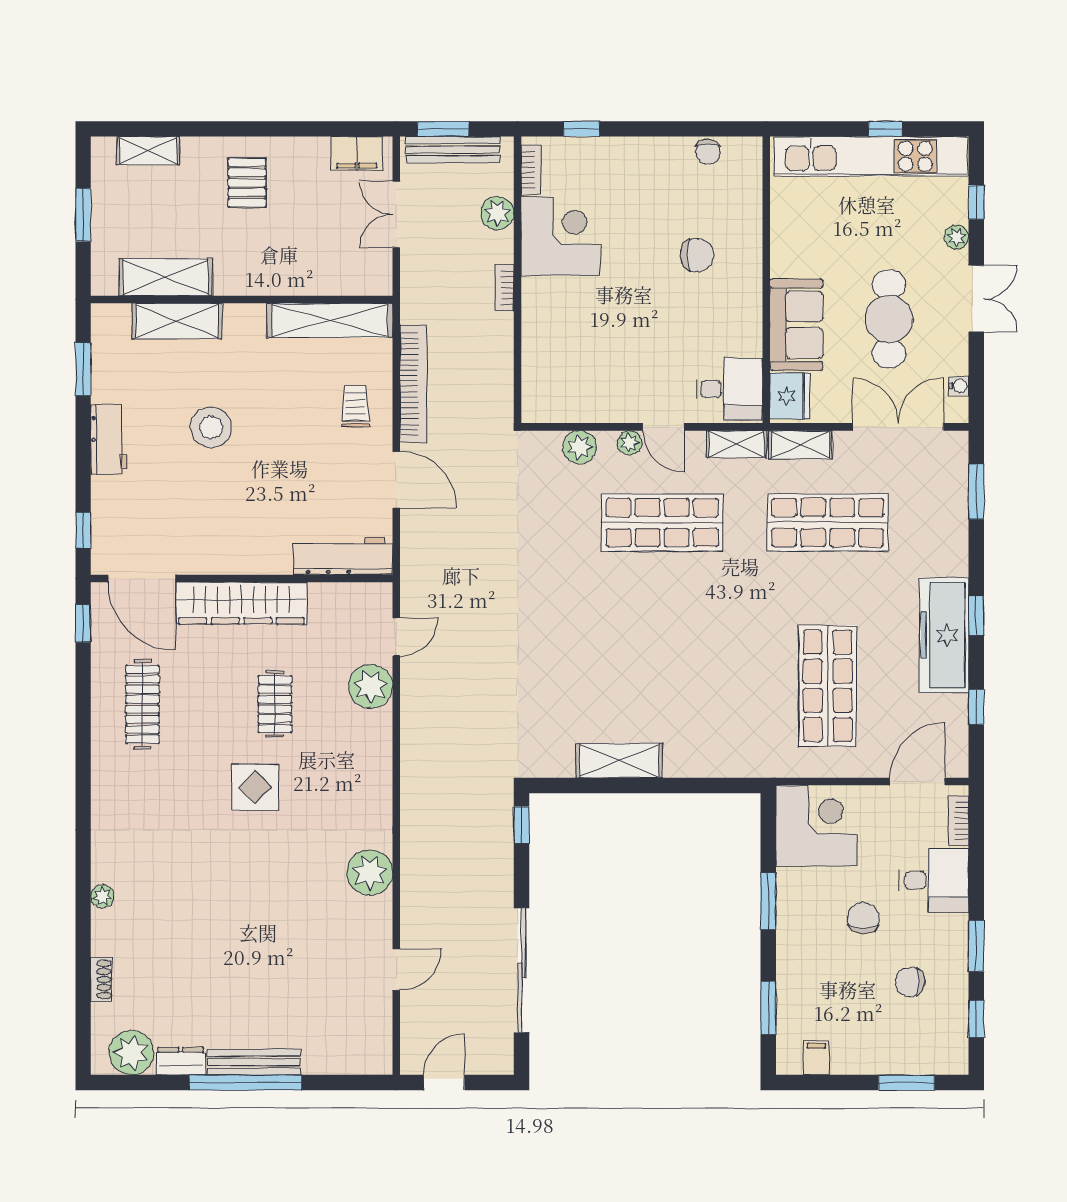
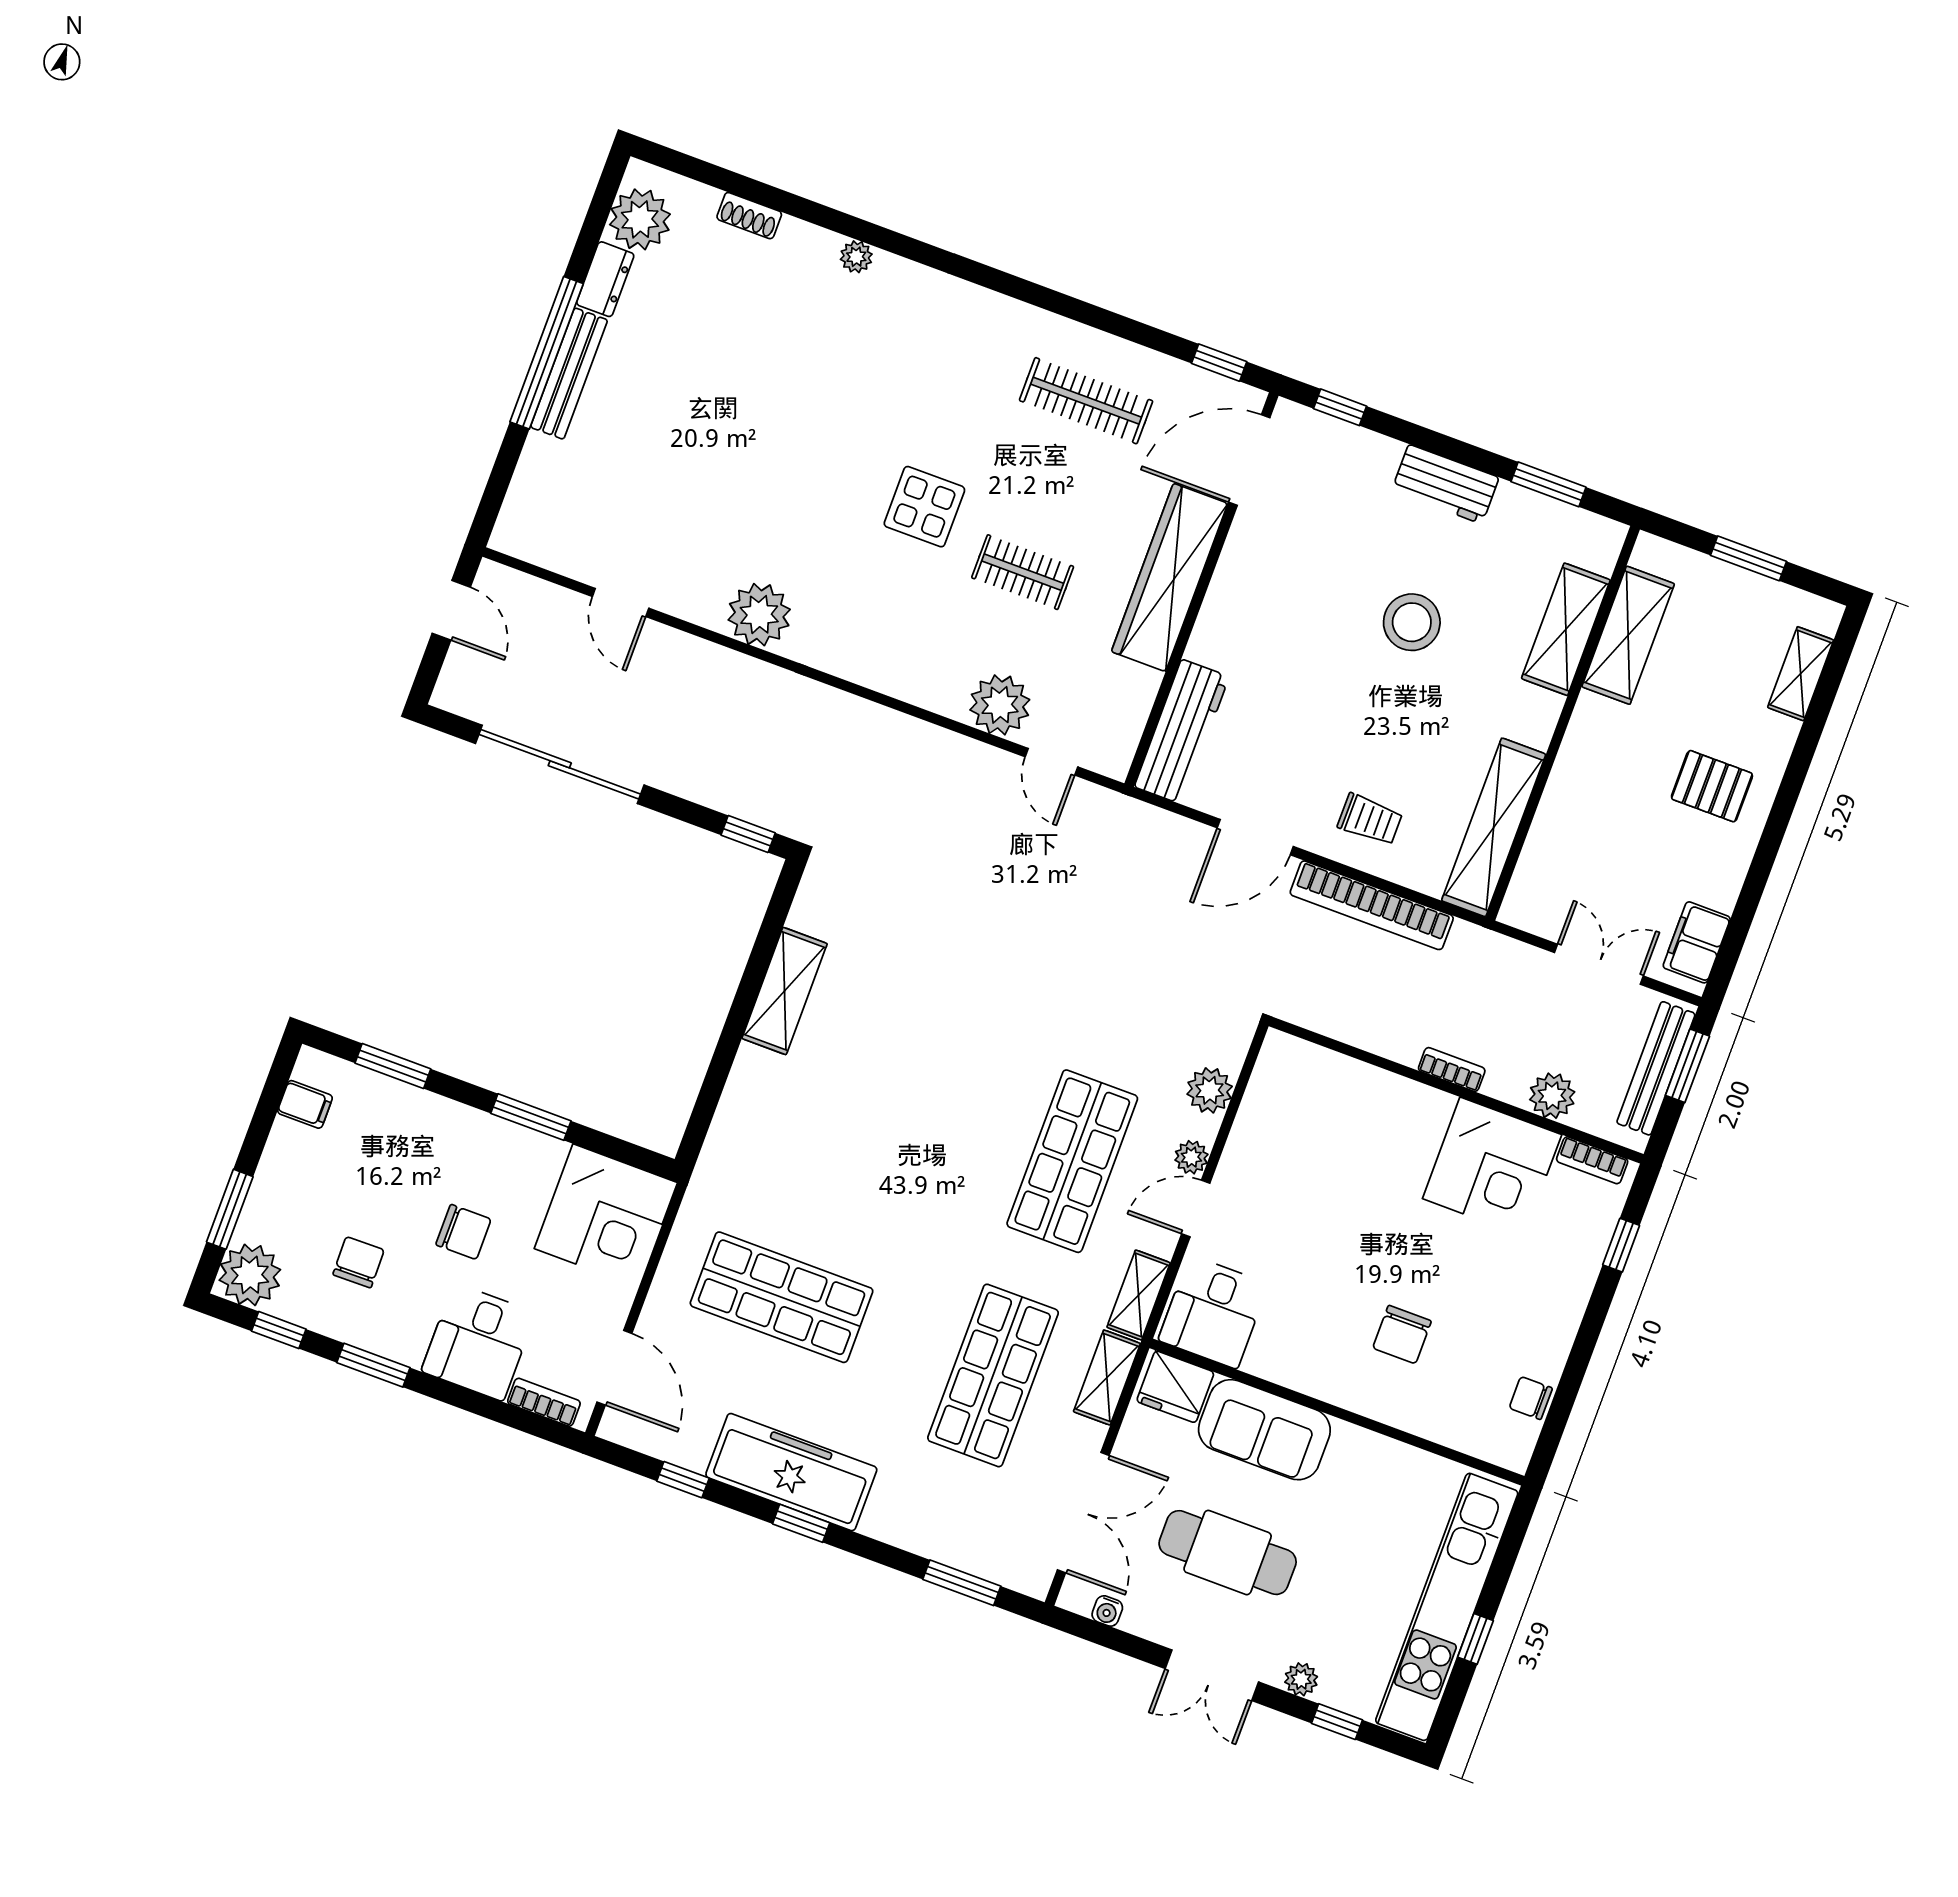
plant: (946, 1052) -> (250, 1275), added

